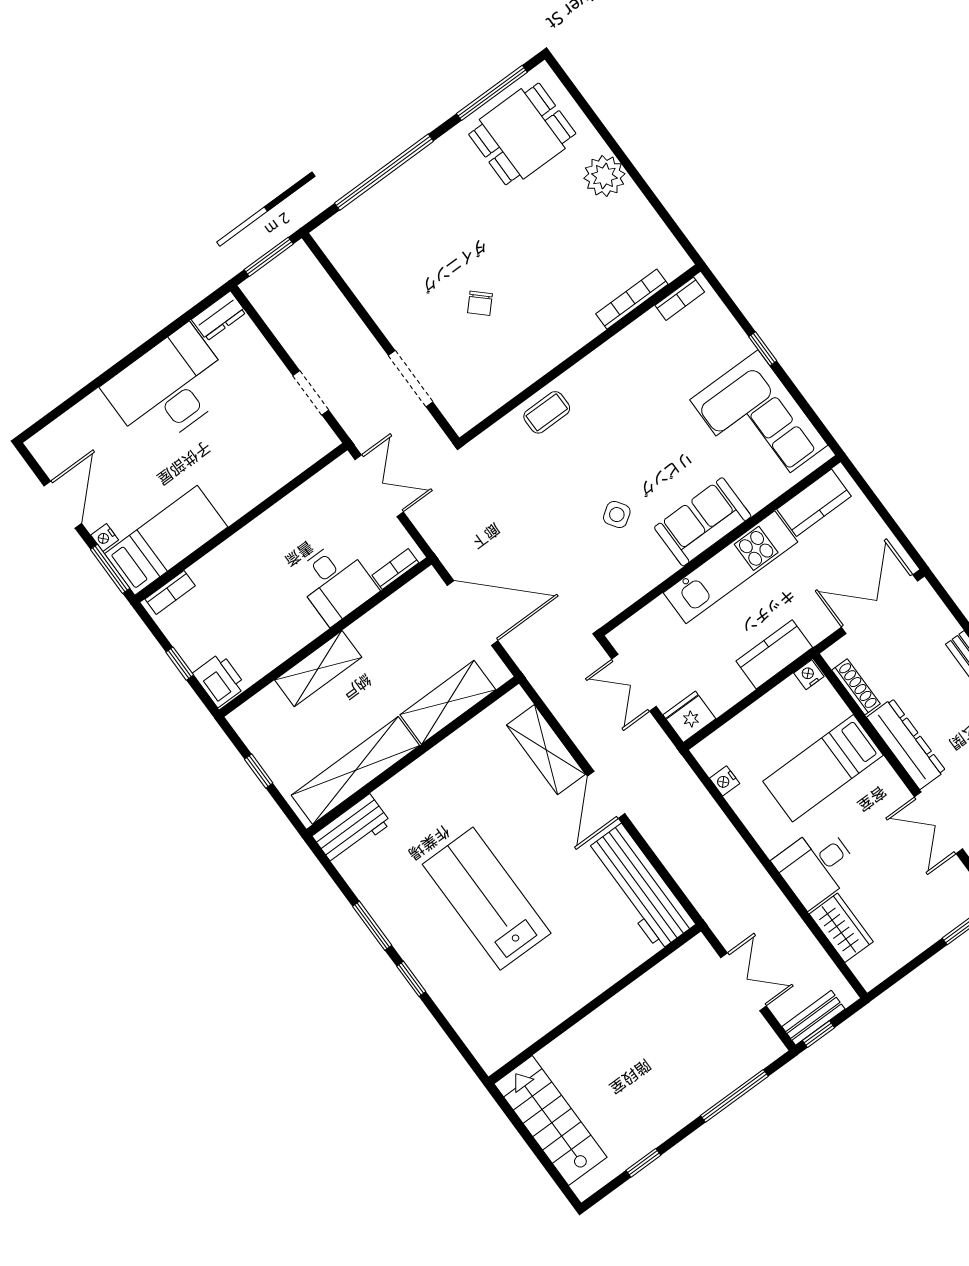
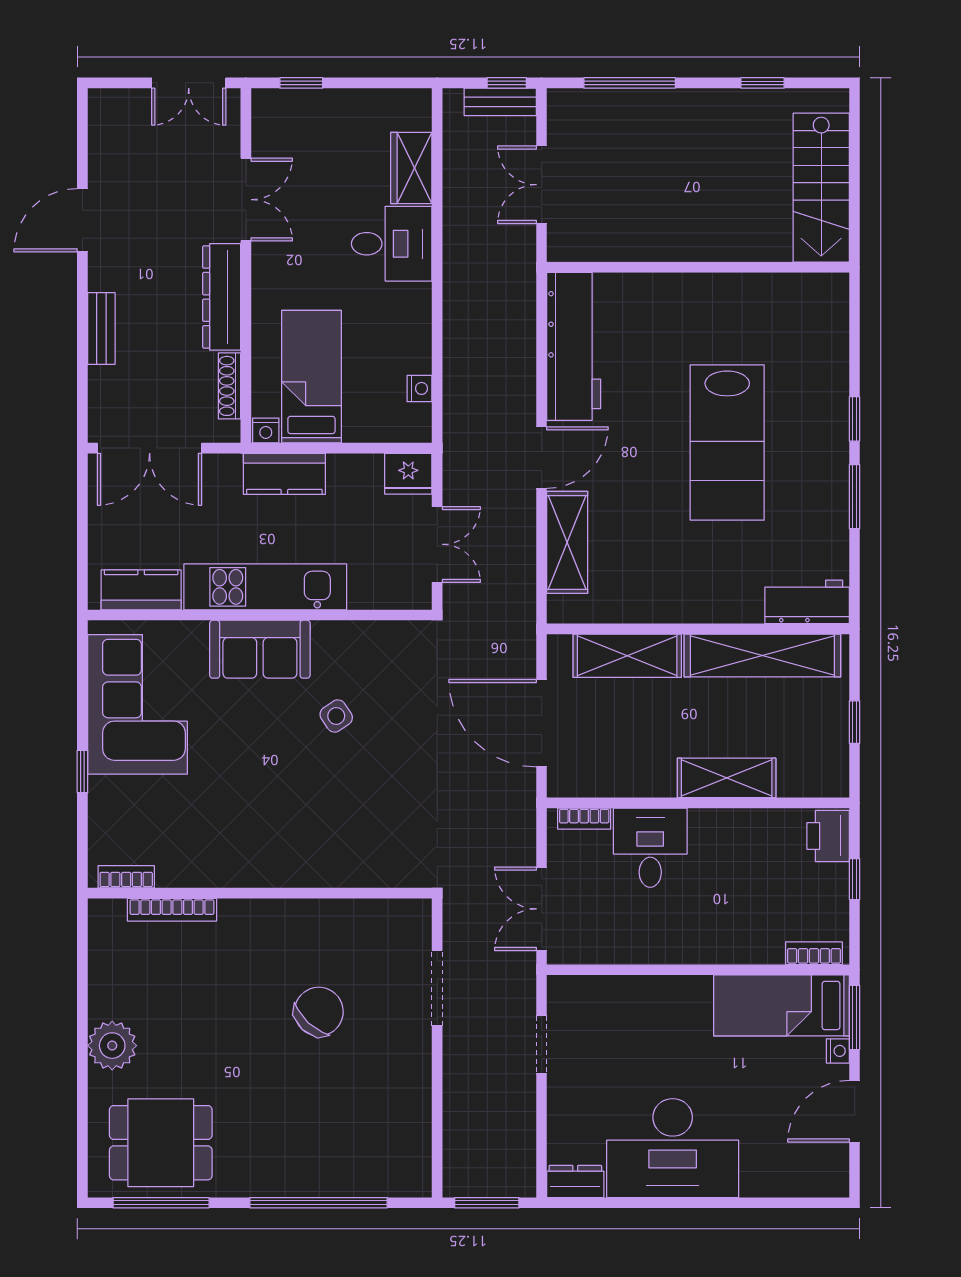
chair: (480, 303) -> (319, 1012), width x1.87, depth x1.87
coffee table: (547, 412) -> (332, 862), removed
bed: (823, 768) -> (311, 377), moved, turned -90

